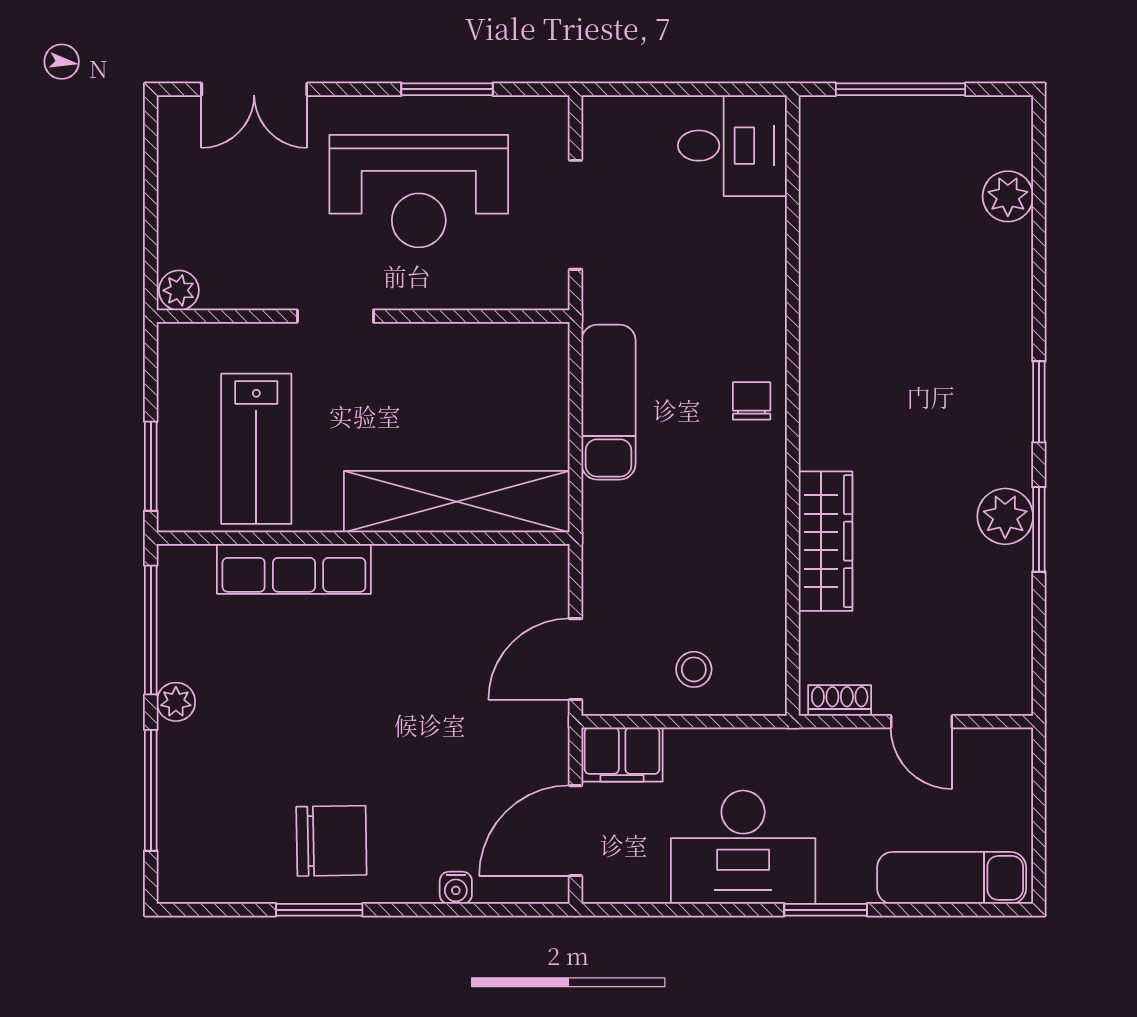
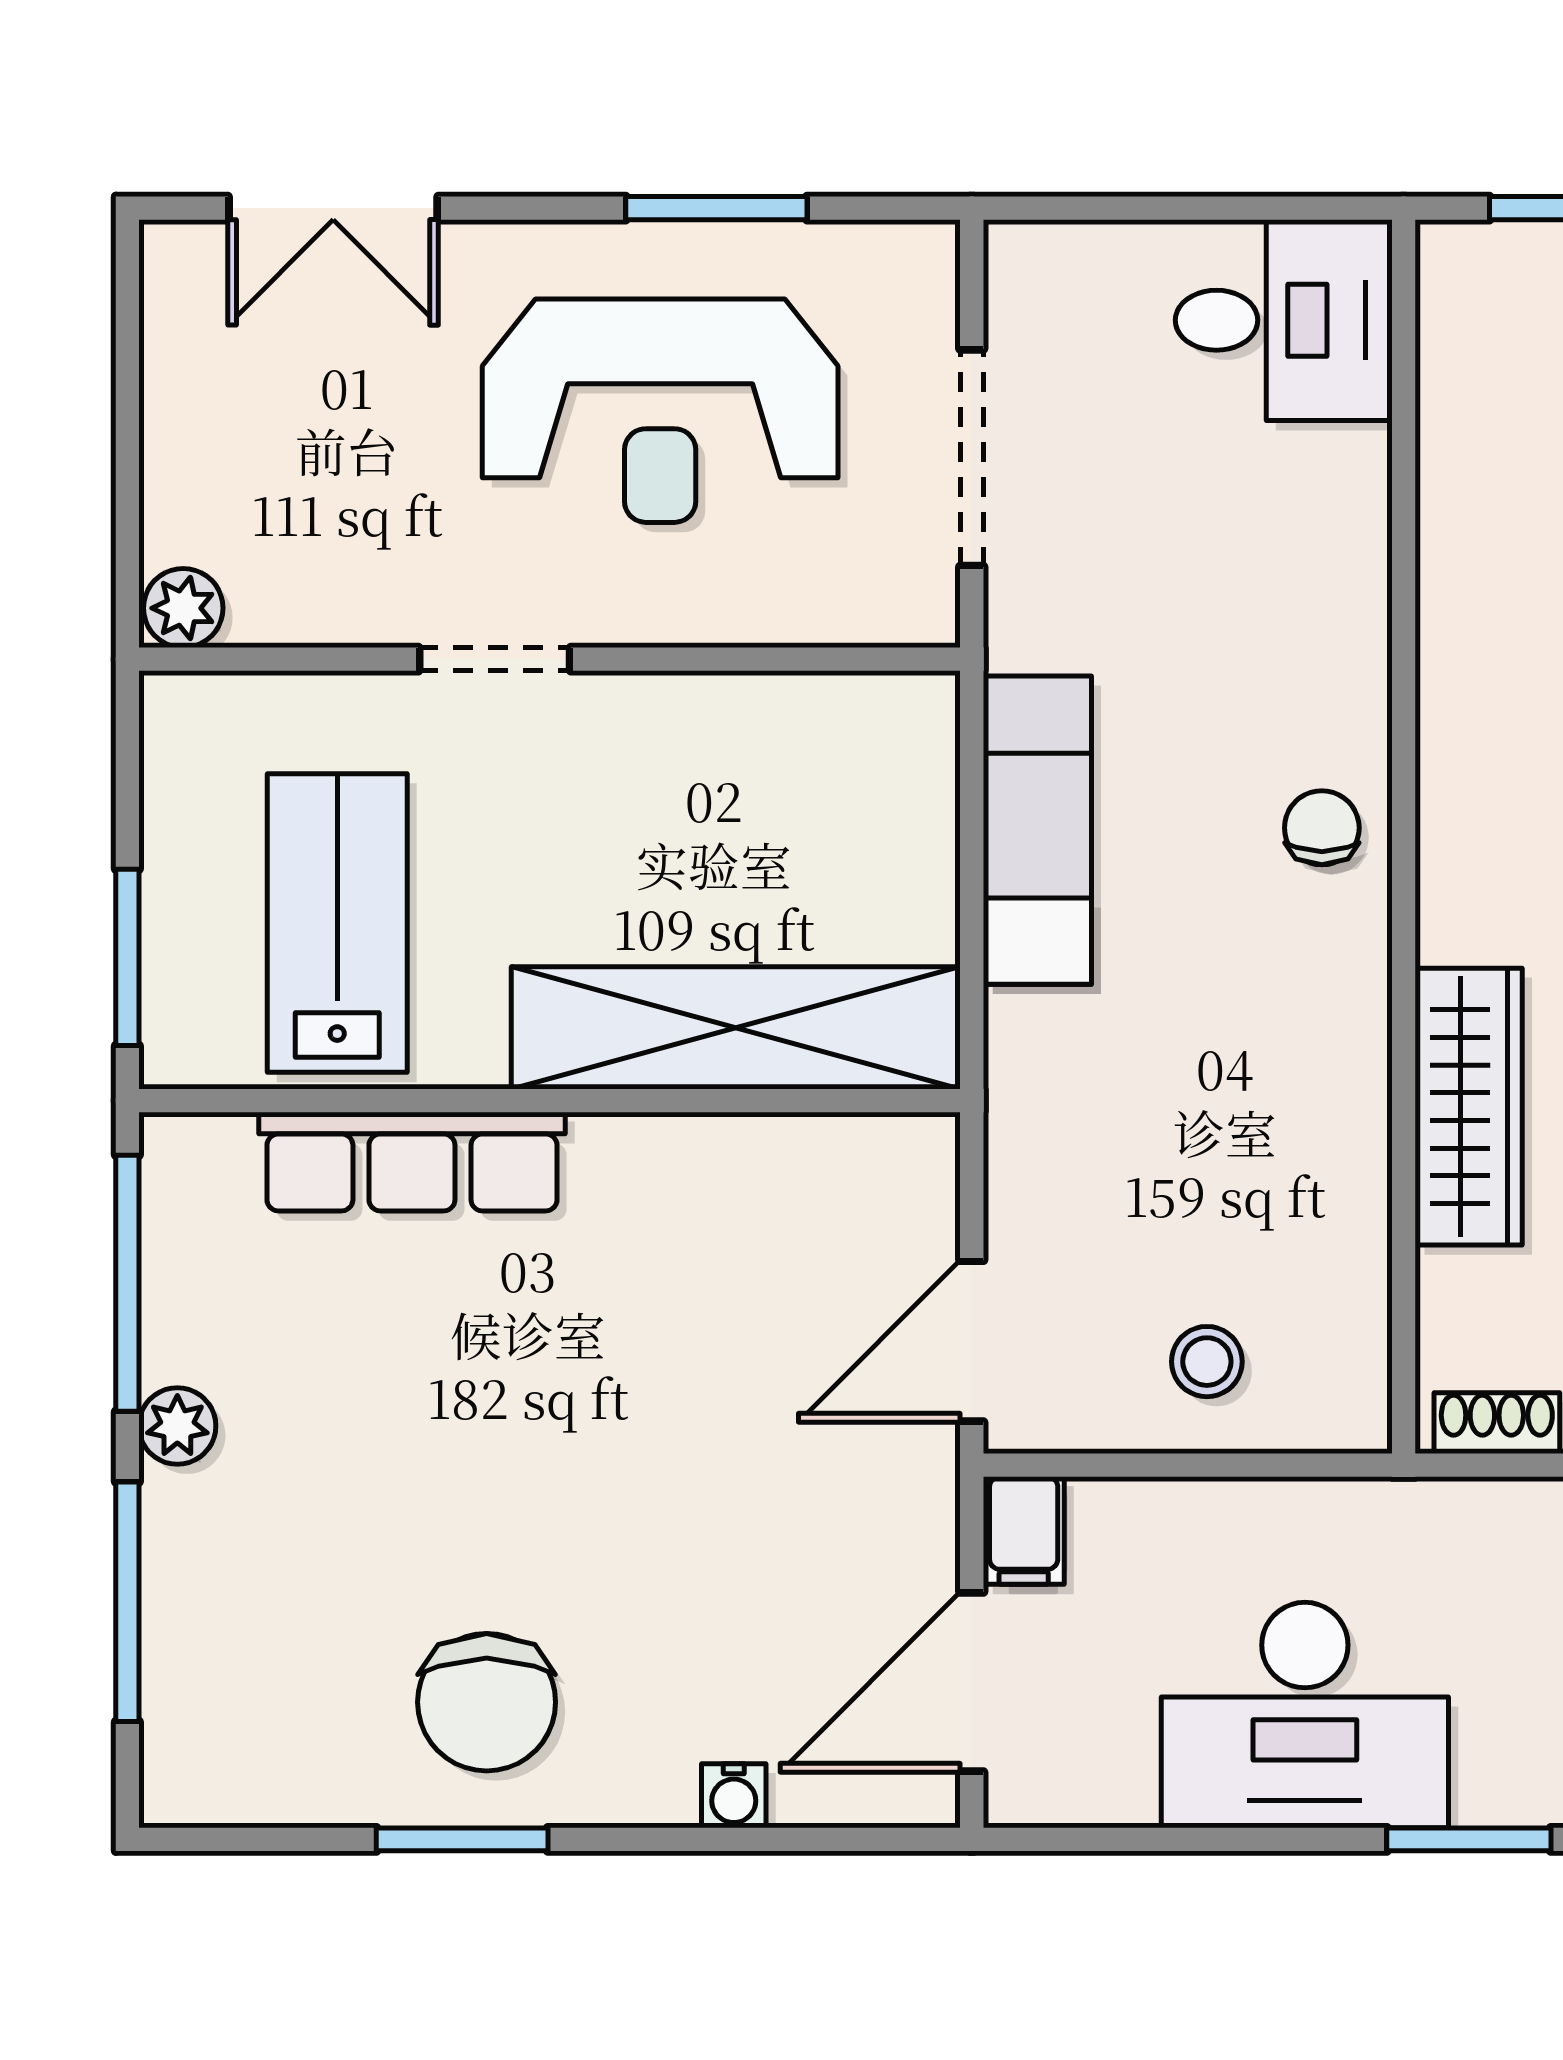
lab bench: (256, 449) -> (337, 923), turned 180
filing cabinet: (622, 754) -> (1024, 1531), width x0.50
chair: (331, 841) -> (487, 1702), turned 91

